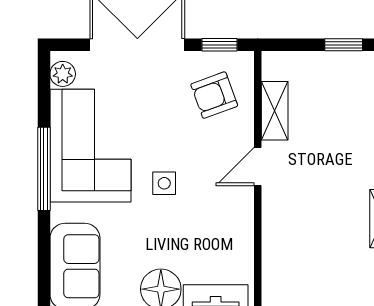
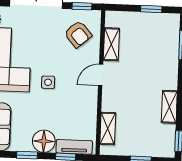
armchair: (214, 95) -> (78, 34), turned -111
shelving: (274, 262) -> (108, 128), added

